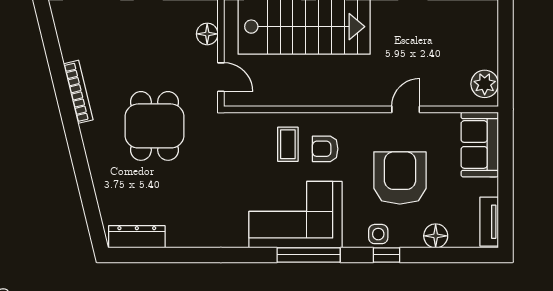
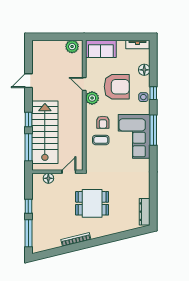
plant: (376, 126) -> (92, 98), added
armchair: (400, 178) -> (117, 87), turned 180

